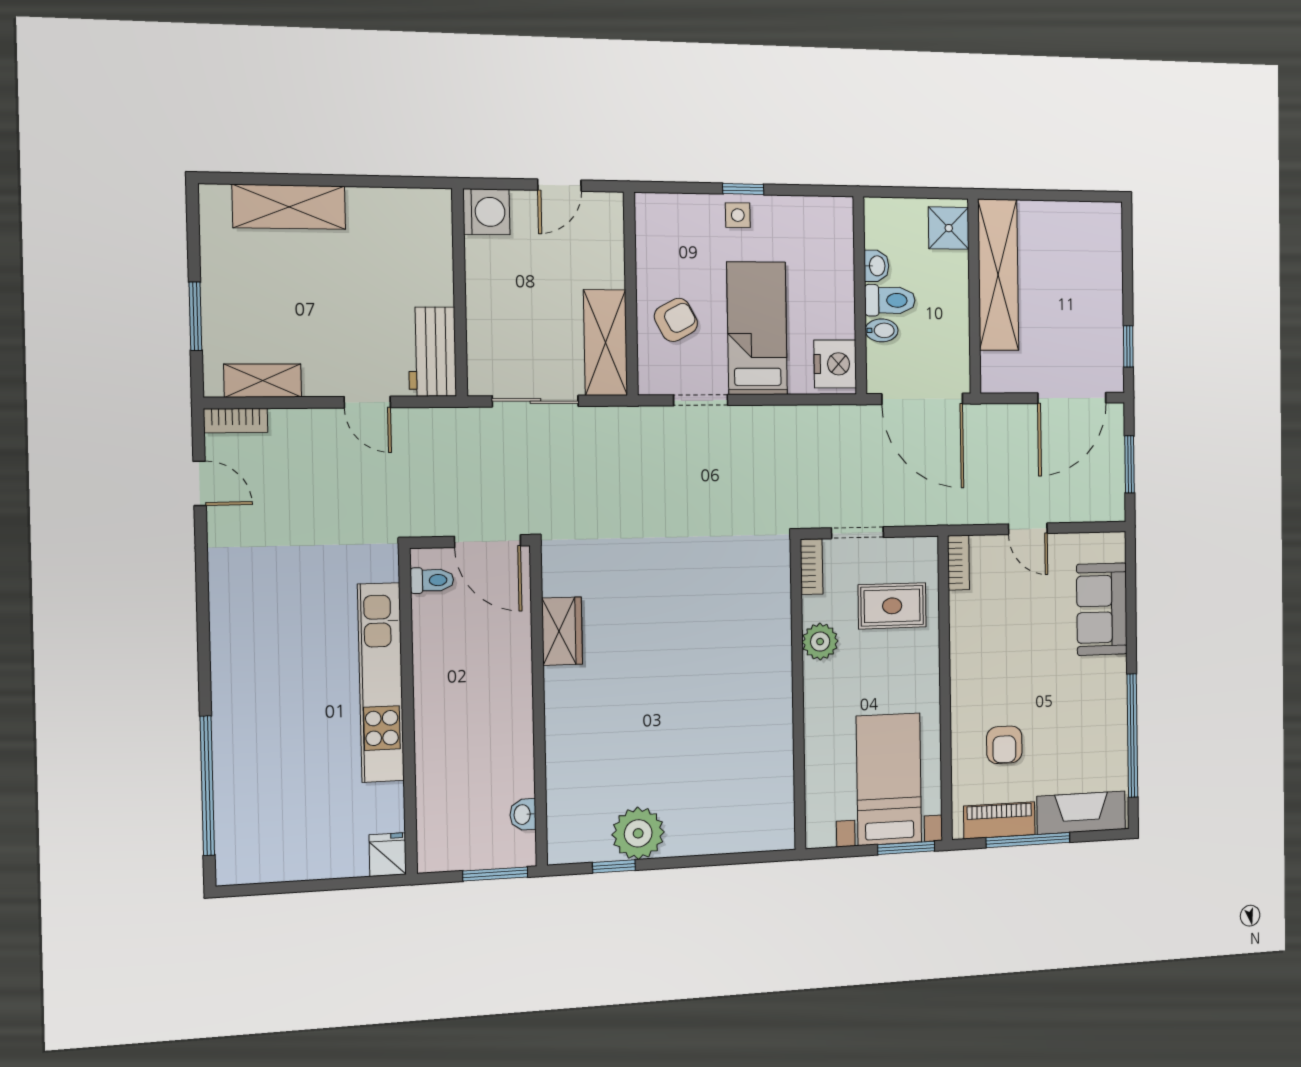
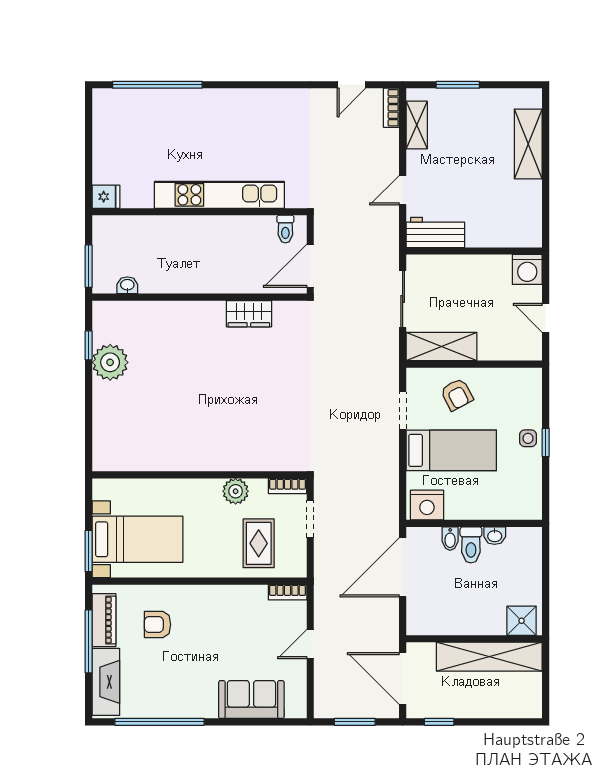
shower: (949, 228) -> (522, 621), moved
shelving: (998, 275) -> (489, 657), moved
wall: (974, 296) -> (474, 639), moved

